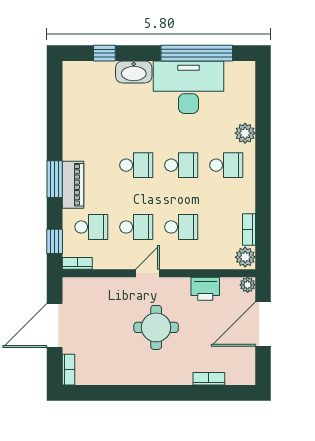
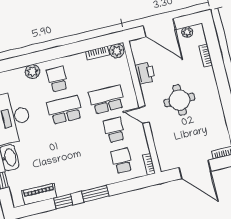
school desk: (136, 165) -> (72, 140), removed
school desk: (181, 165) -> (65, 110), width x1.85
piano: (73, 185) -> (39, 194), moved
school desk: (181, 227) -> (107, 99), width x1.85
window: (55, 241) -> (63, 201), moved
plant: (248, 285) -> (187, 32), moved

